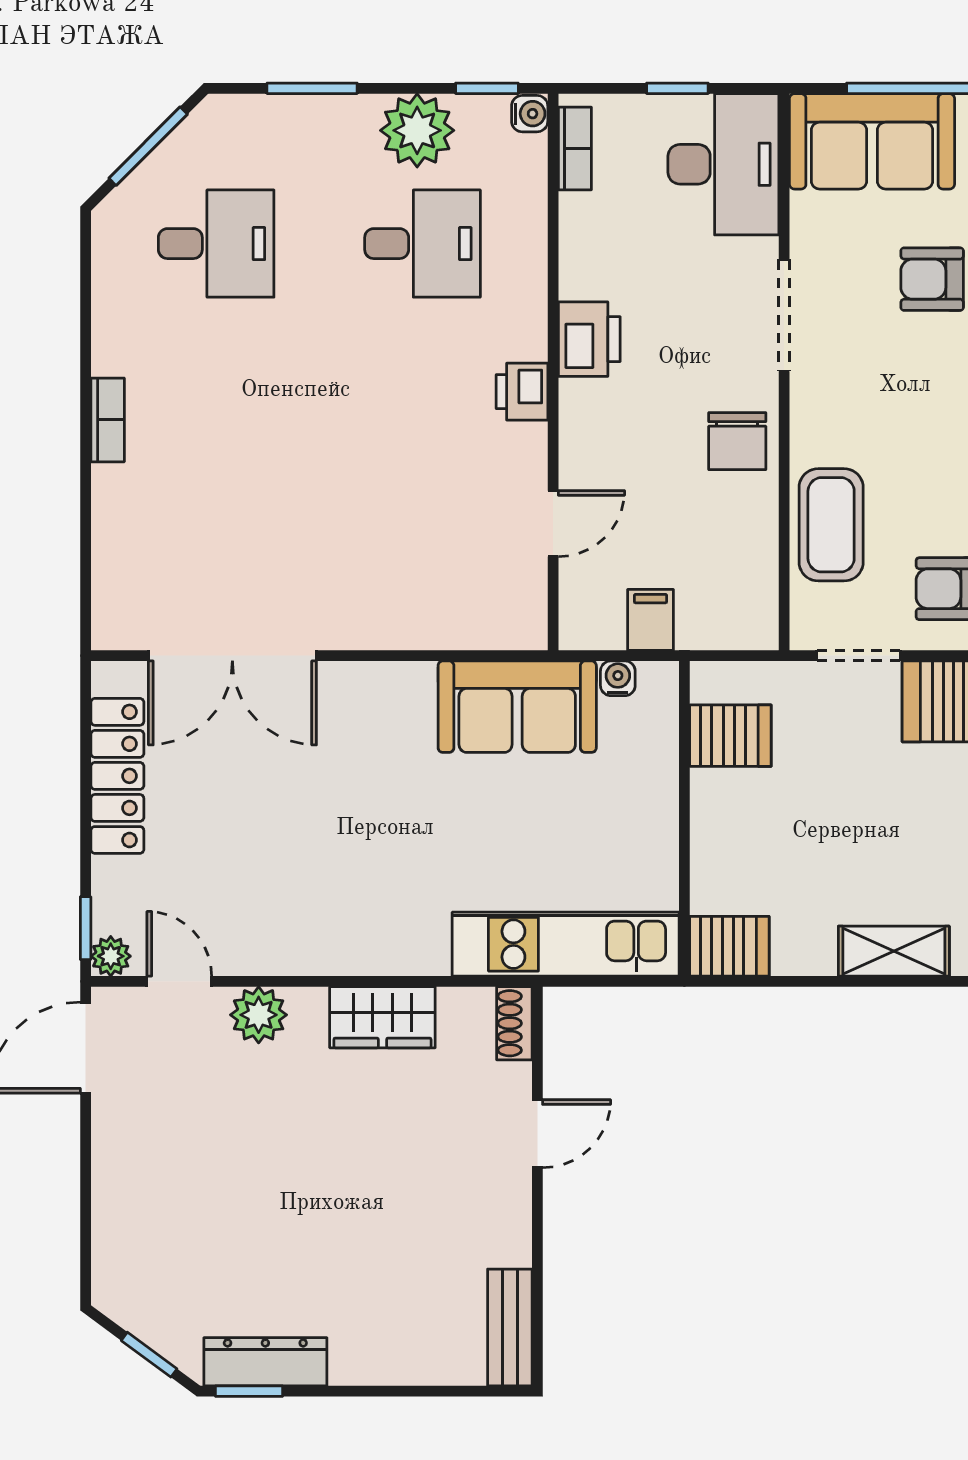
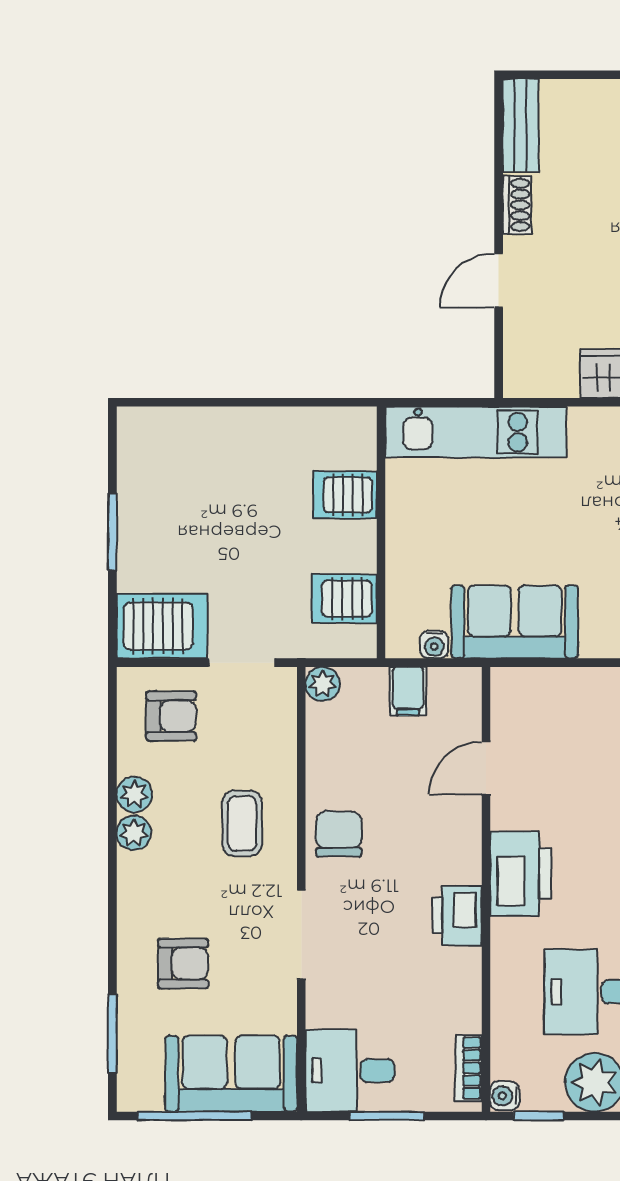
window: (677, 88) -> (387, 1116), width x1.50
desk: (723, 164) -> (350, 1071), width x0.73
printer: (522, 392) -> (521, 874), width x1.87, depth x1.48
coffee table: (831, 525) -> (242, 823), moved, width x0.73, depth x0.77
plant: (757, 629) -> (323, 684), added
server rack: (729, 946) -> (345, 495), moved
shelving: (894, 951) -> (214, 426), removed
shoe rack: (514, 1023) -> (517, 205), moved

